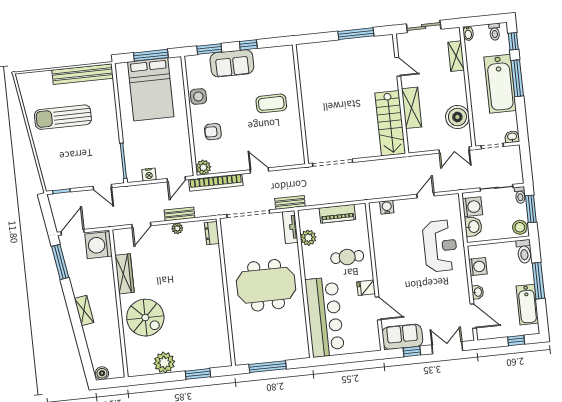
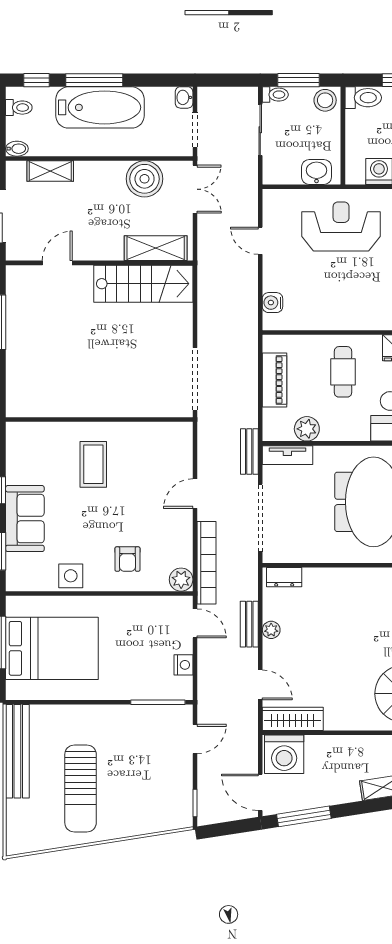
shelving: (412, 108) -> (156, 248), moved
washing machine: (472, 207) -> (286, 170), removed
wardrobe: (125, 274) -> (293, 719), moved

